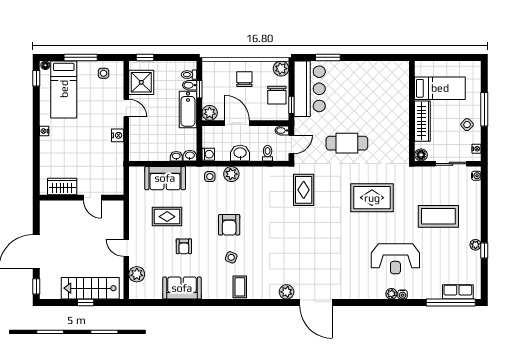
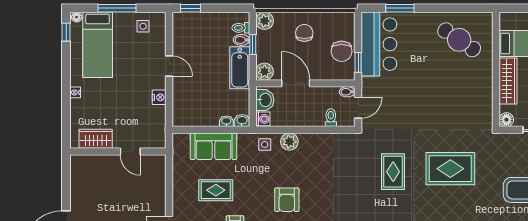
plant: (281, 69) -> (265, 21), moved
shower: (141, 82) -> (186, 37), removed
cafe table: (347, 143) -> (459, 40), moved, turned 34
washbasin: (240, 153) -> (265, 100), moved, turned 90
wardrobe: (62, 186) -> (96, 139), moved
rug: (304, 190) -> (393, 172), moved
wall: (82, 198) -> (118, 152), moved
door: (92, 198) -> (130, 152), moved

